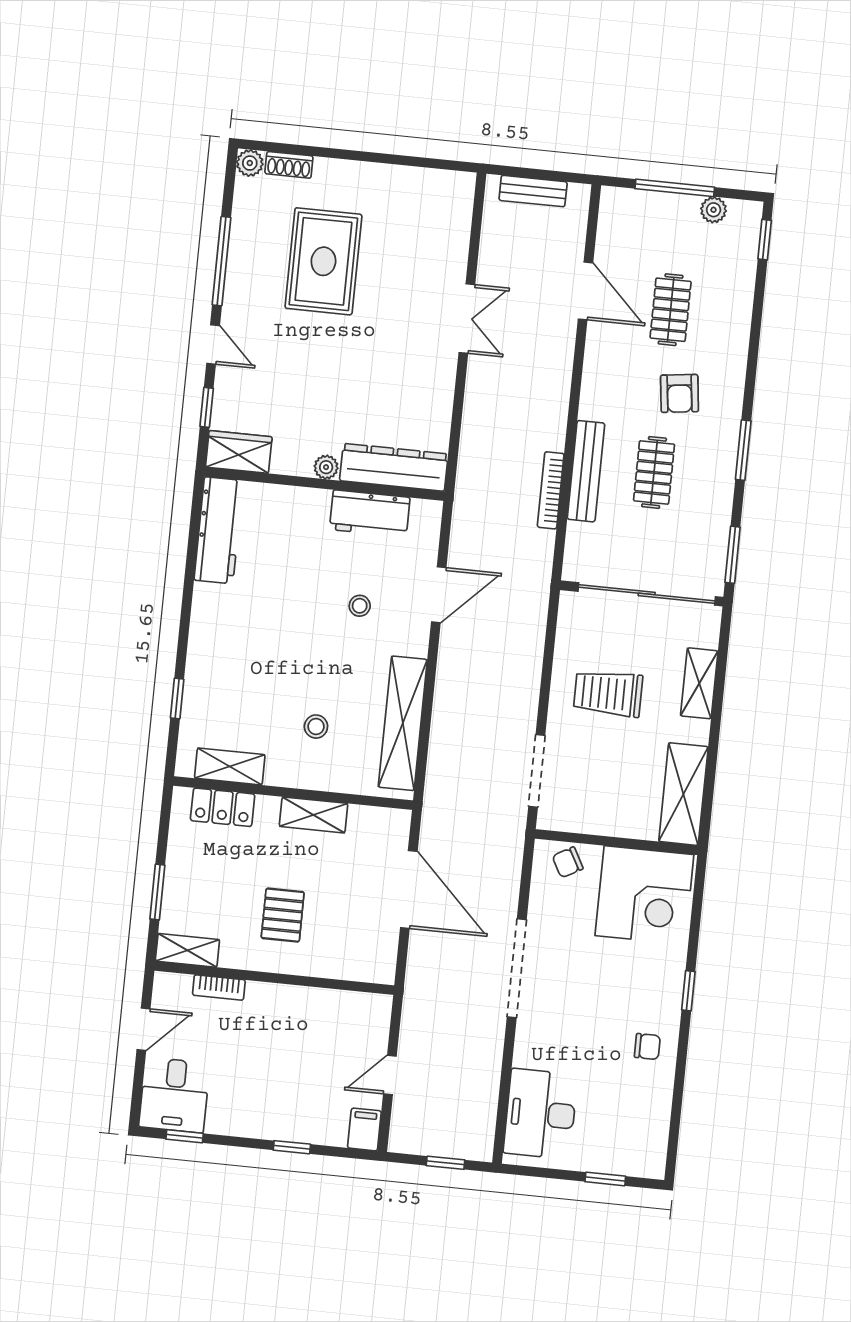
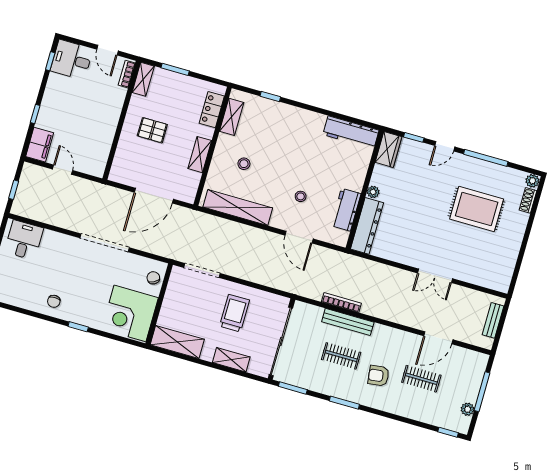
bookcase: (219, 987) -> (127, 74), moved
desk: (540, 1114) -> (24, 240), width x0.73
filing cabinet: (364, 1129) -> (40, 145), width x2.00

